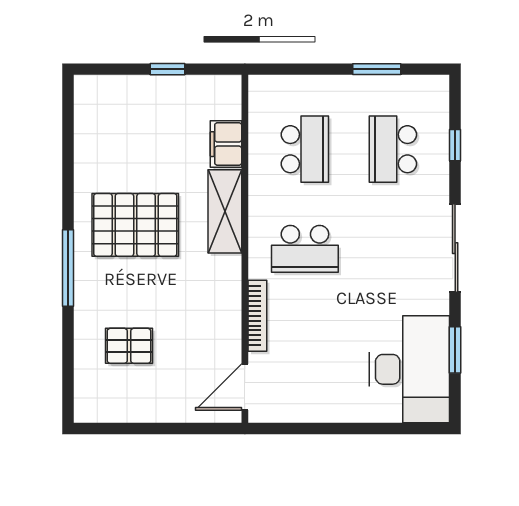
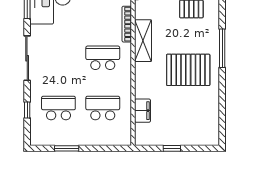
school desk: (305, 149) -> (103, 108), turned 90
school desk: (393, 149) -> (58, 108), turned -90
shelving: (225, 211) -> (143, 41), moved

